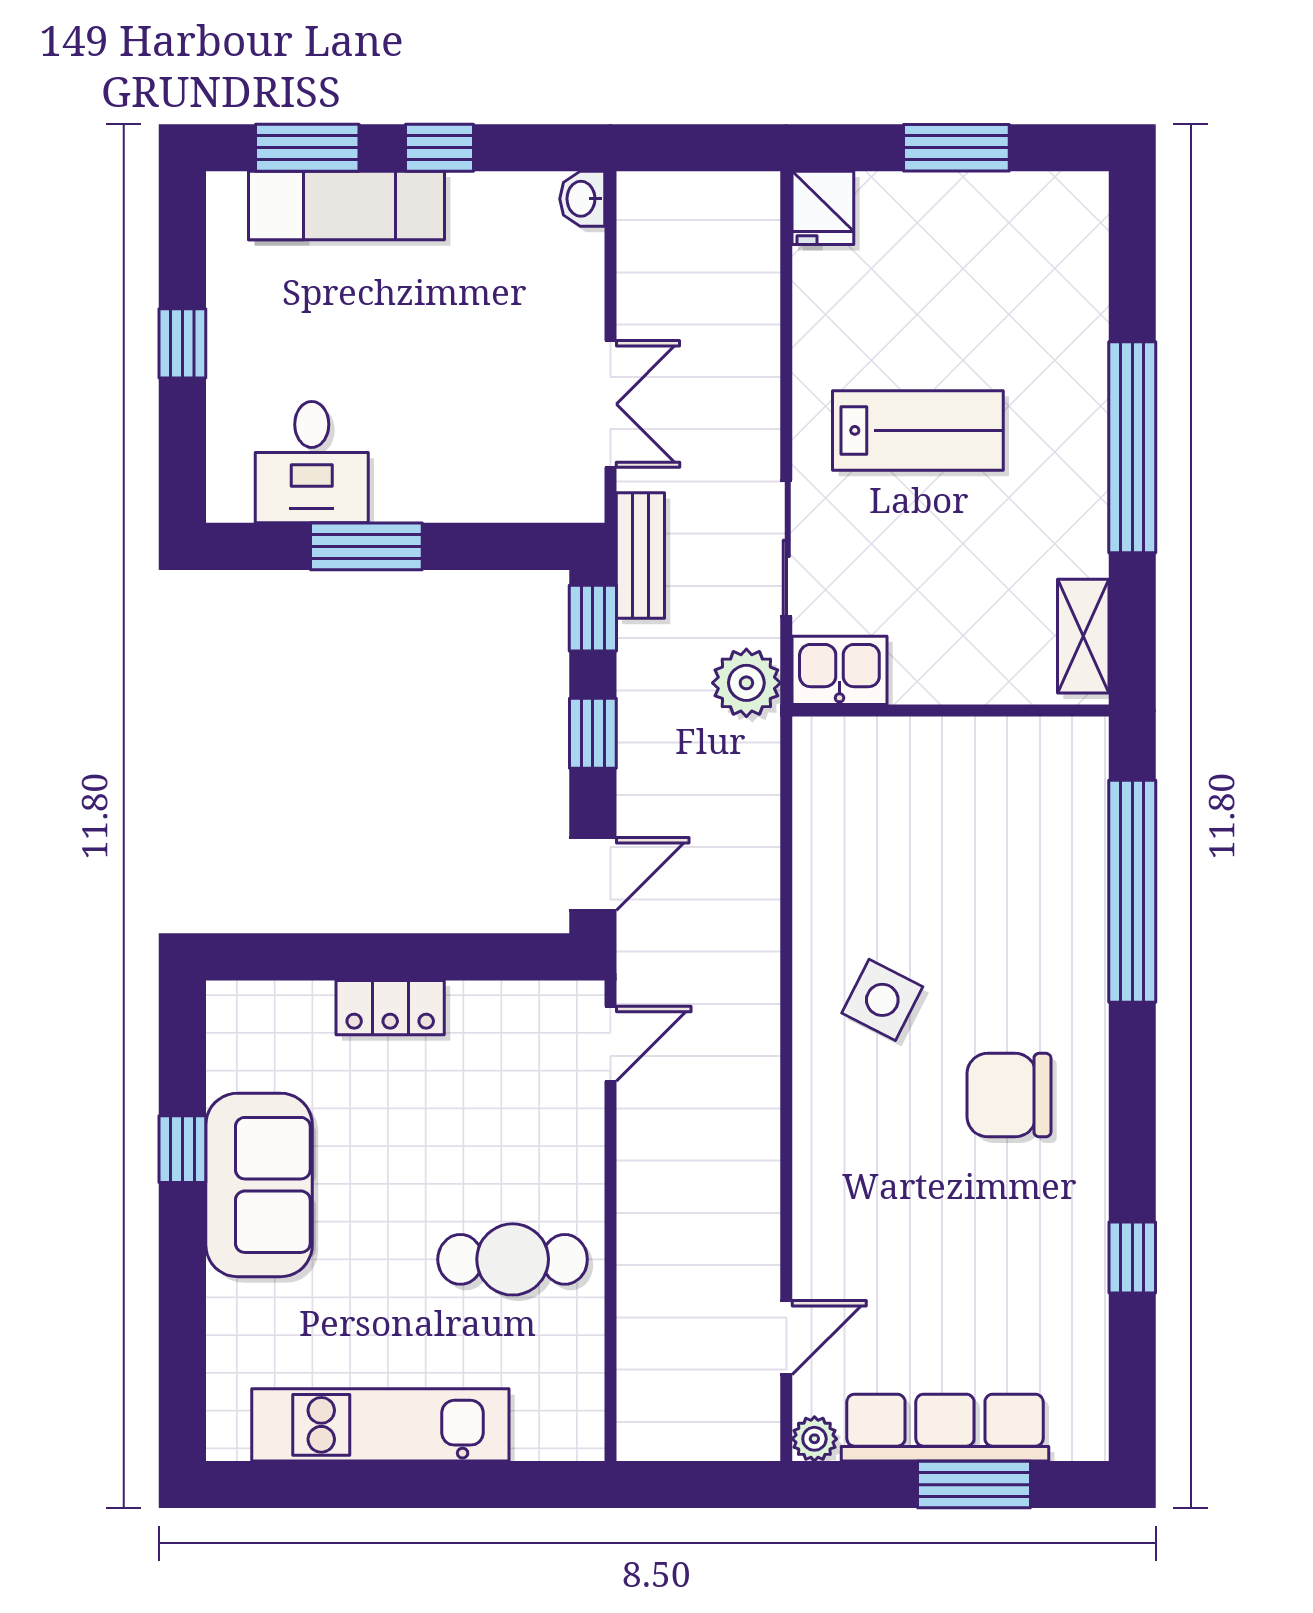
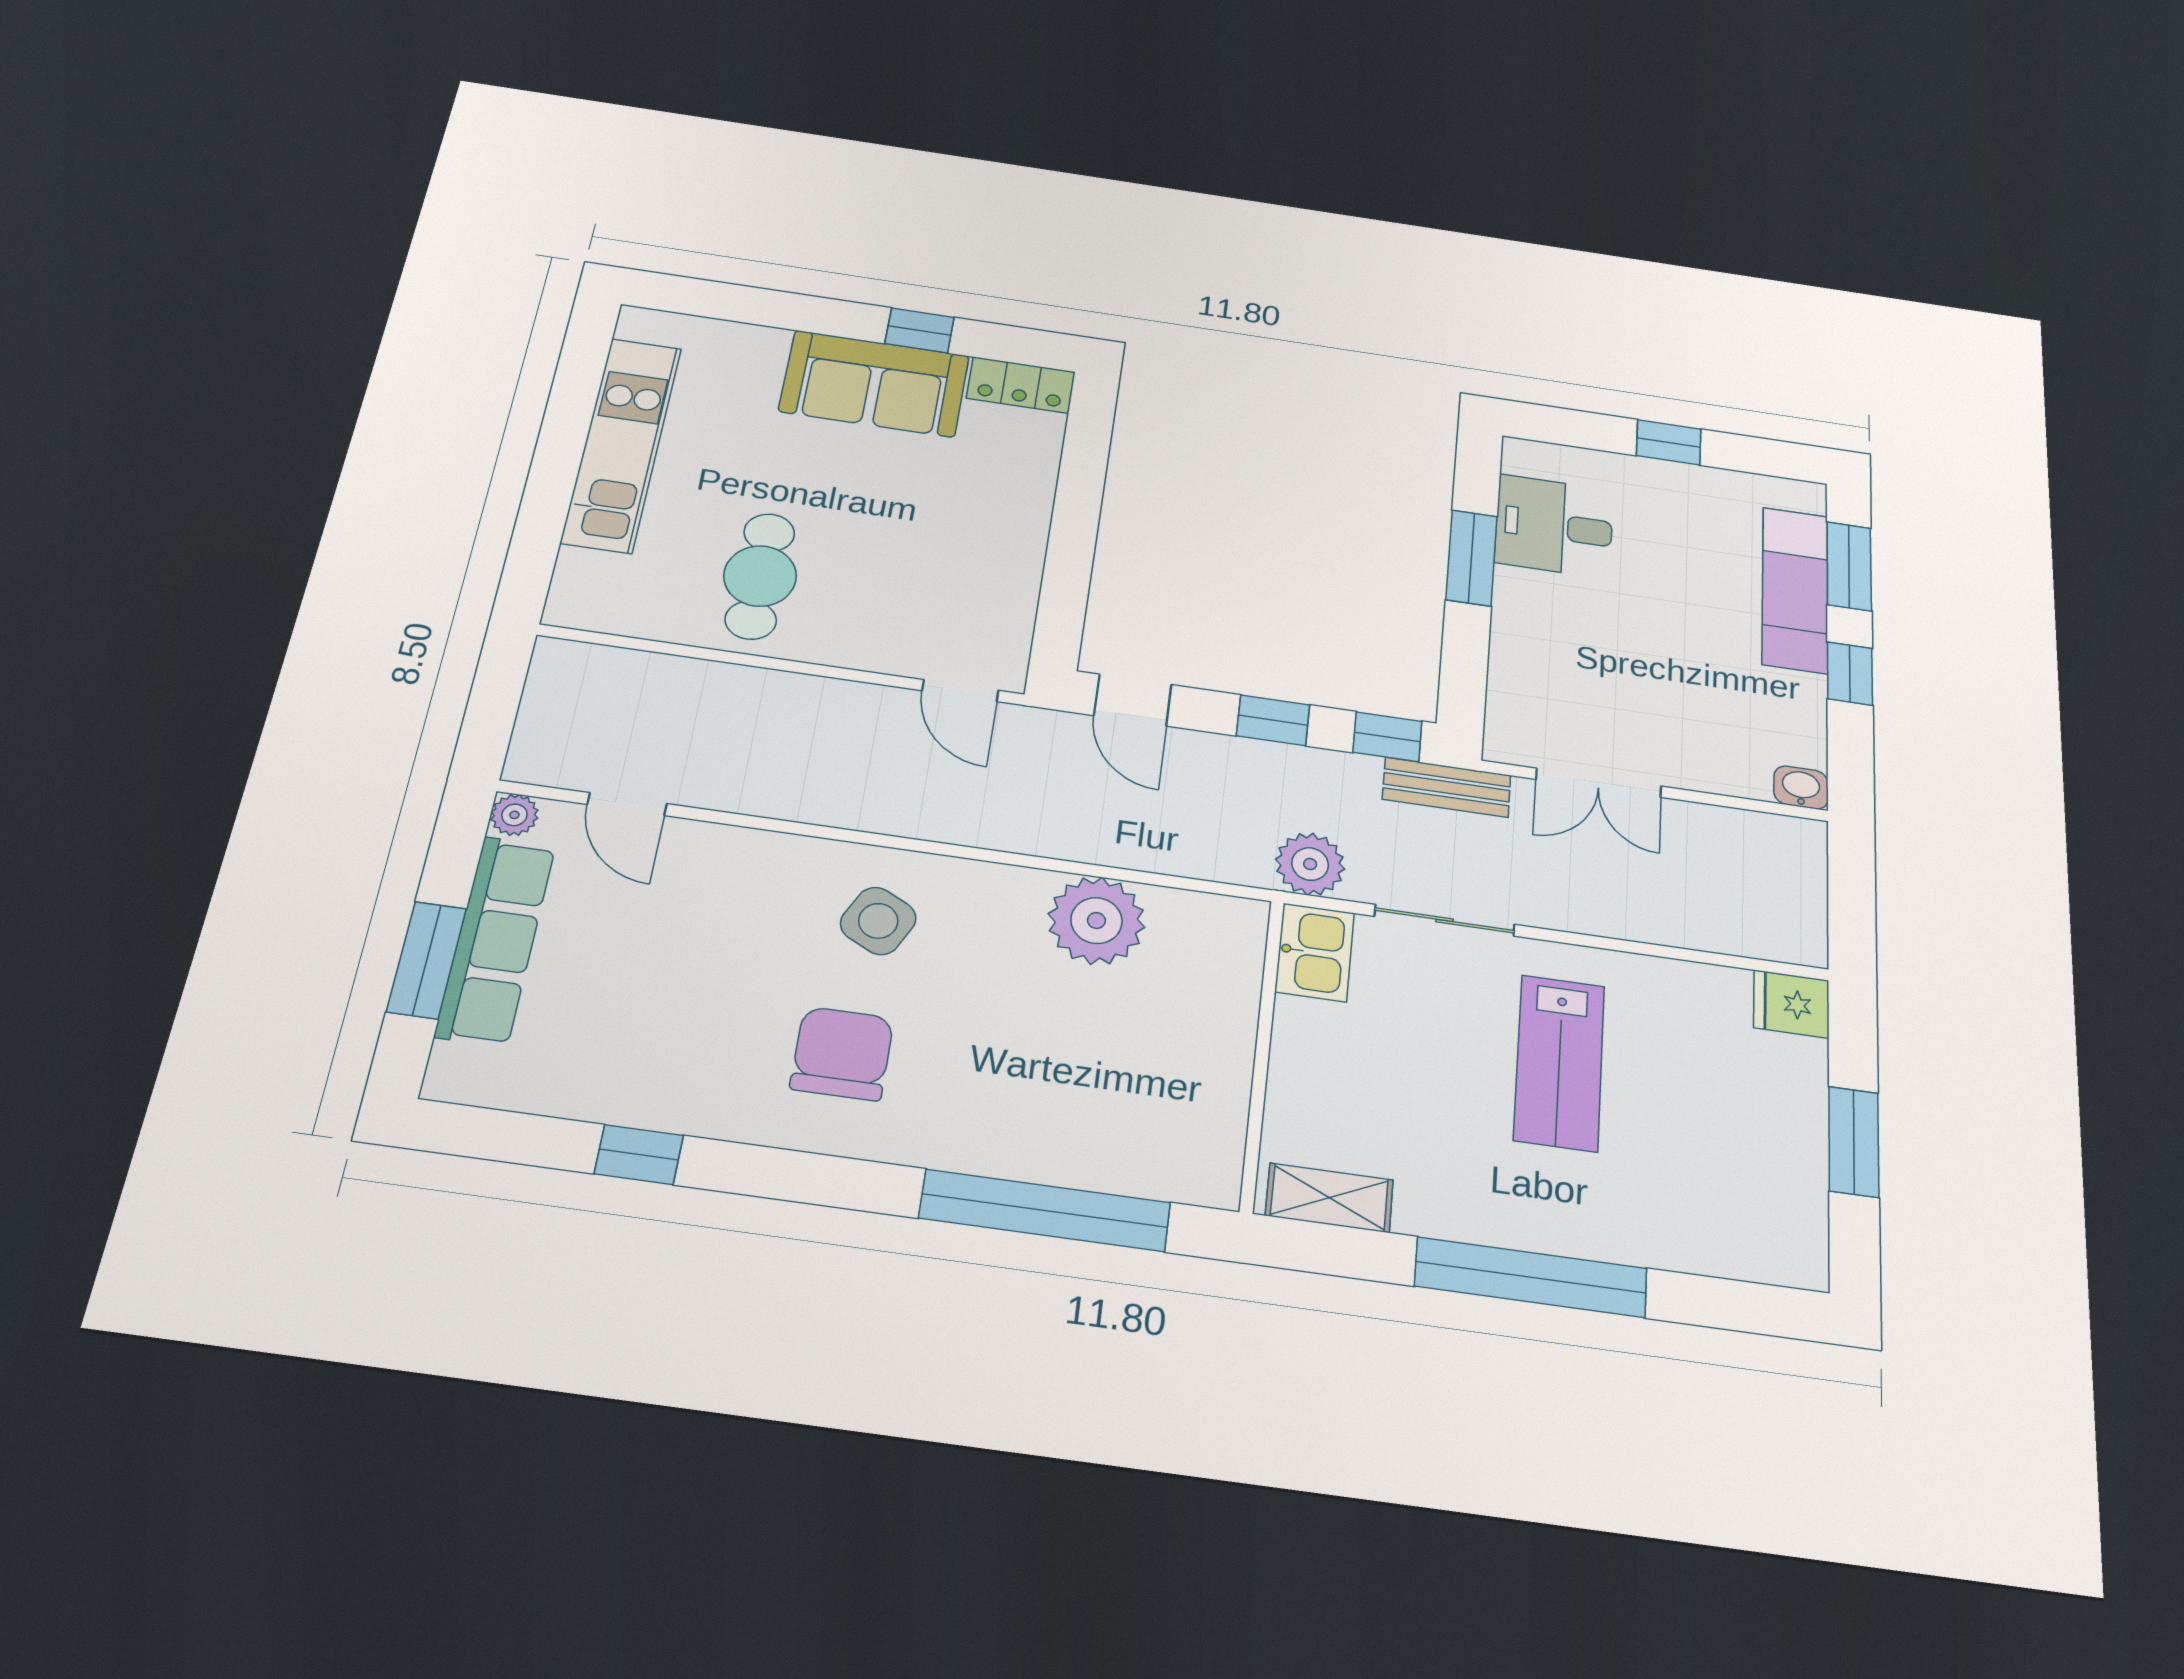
plant: (839, 880) -> (1096, 921), added
side table: (882, 1000) -> (878, 921), moved
locker: (390, 1008) -> (1021, 385), moved, turned -90

